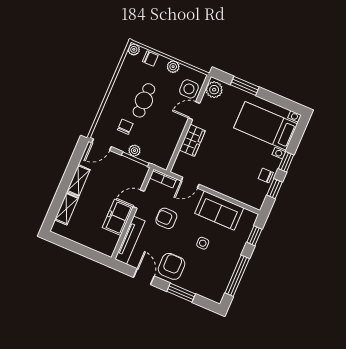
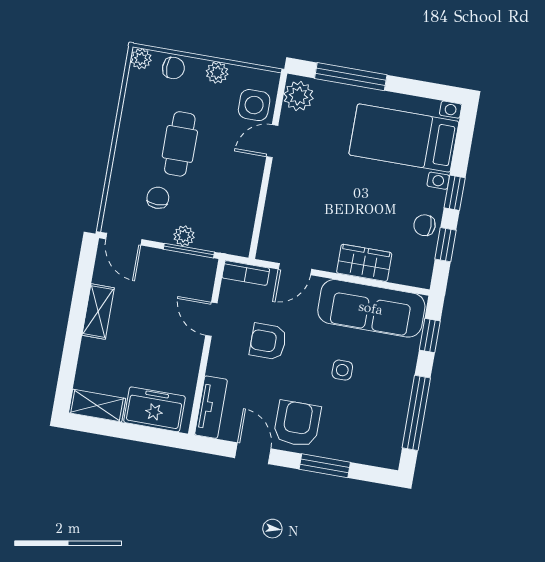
window: (245, 86) -> (351, 77), width x1.44
wardrobe: (192, 140) -> (364, 263), moved, turned -90
door: (101, 145) -> (124, 239), hinge flipped
door: (139, 199) -> (211, 319), hinge flipped
shelving: (67, 209) -> (97, 406), moved, turned 90
sofa: (219, 211) -> (371, 308), width x1.36
freezer: (118, 217) -> (155, 409), moved, turned 90
tv unit: (130, 240) -> (211, 407), width x0.71

